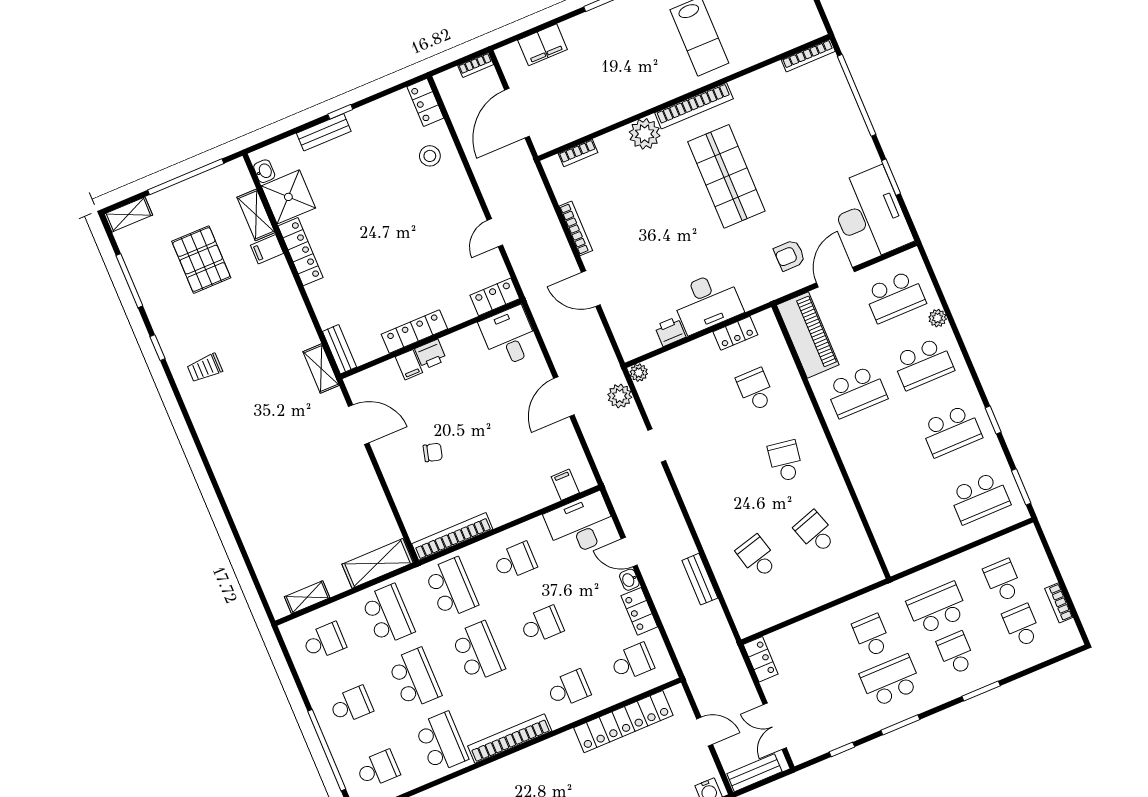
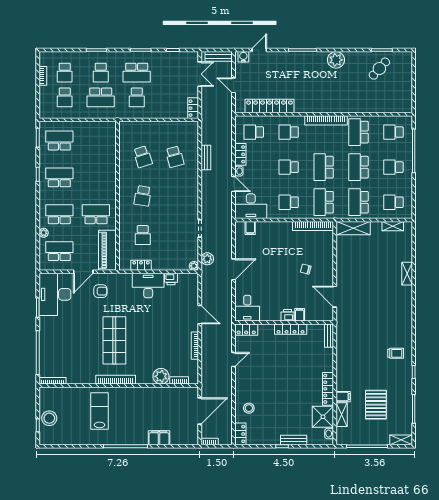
filing cabinet: (543, 45) -> (159, 438), moved
plant: (645, 134) -> (161, 376), moved
shelving: (321, 369) -> (407, 274), moved

